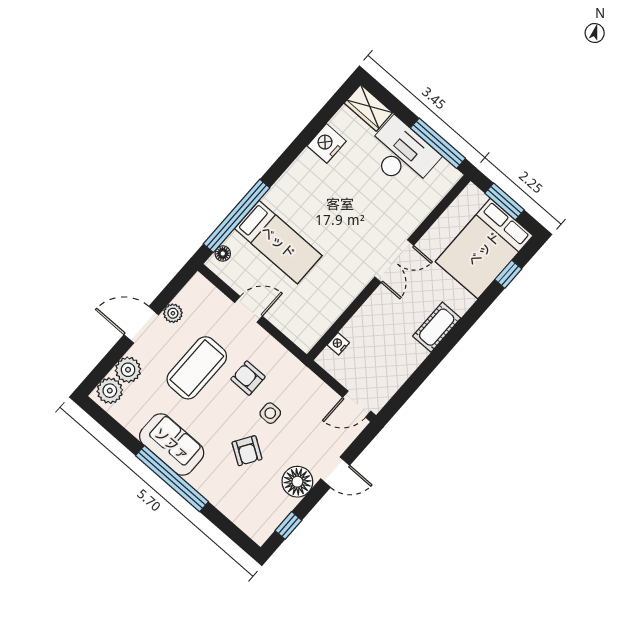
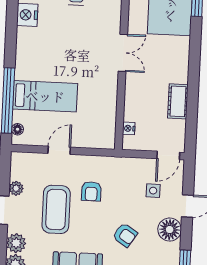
cot: (437, 327) -> (178, 101), moved
armchair: (248, 378) -> (91, 191), turned -90
side table: (270, 413) -> (153, 191), moved

